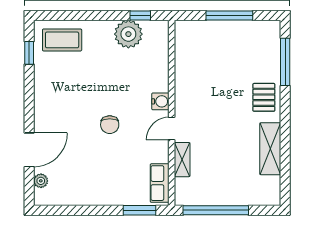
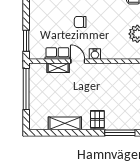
pallet: (264, 97) -> (97, 119), turned 90
row of seats: (160, 183) -> (57, 53), moved

